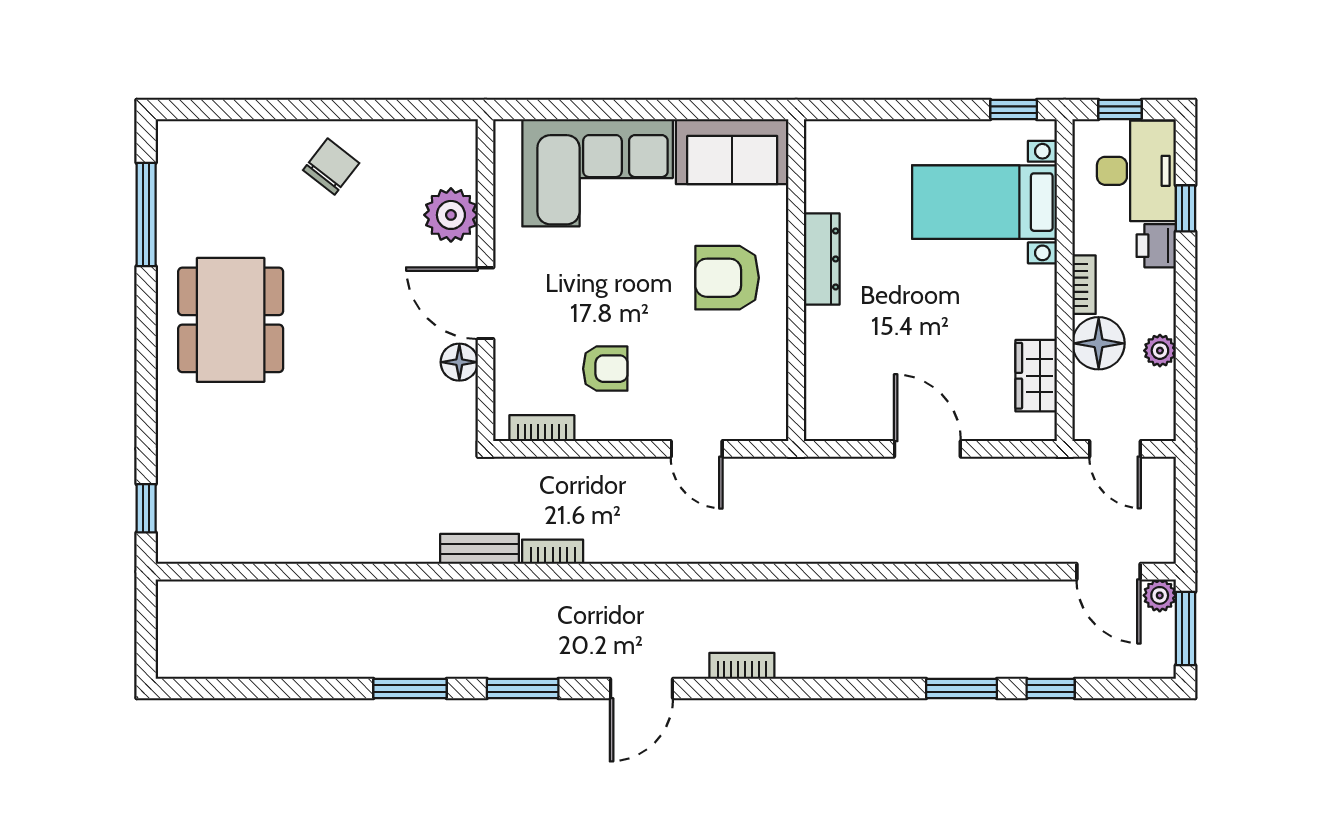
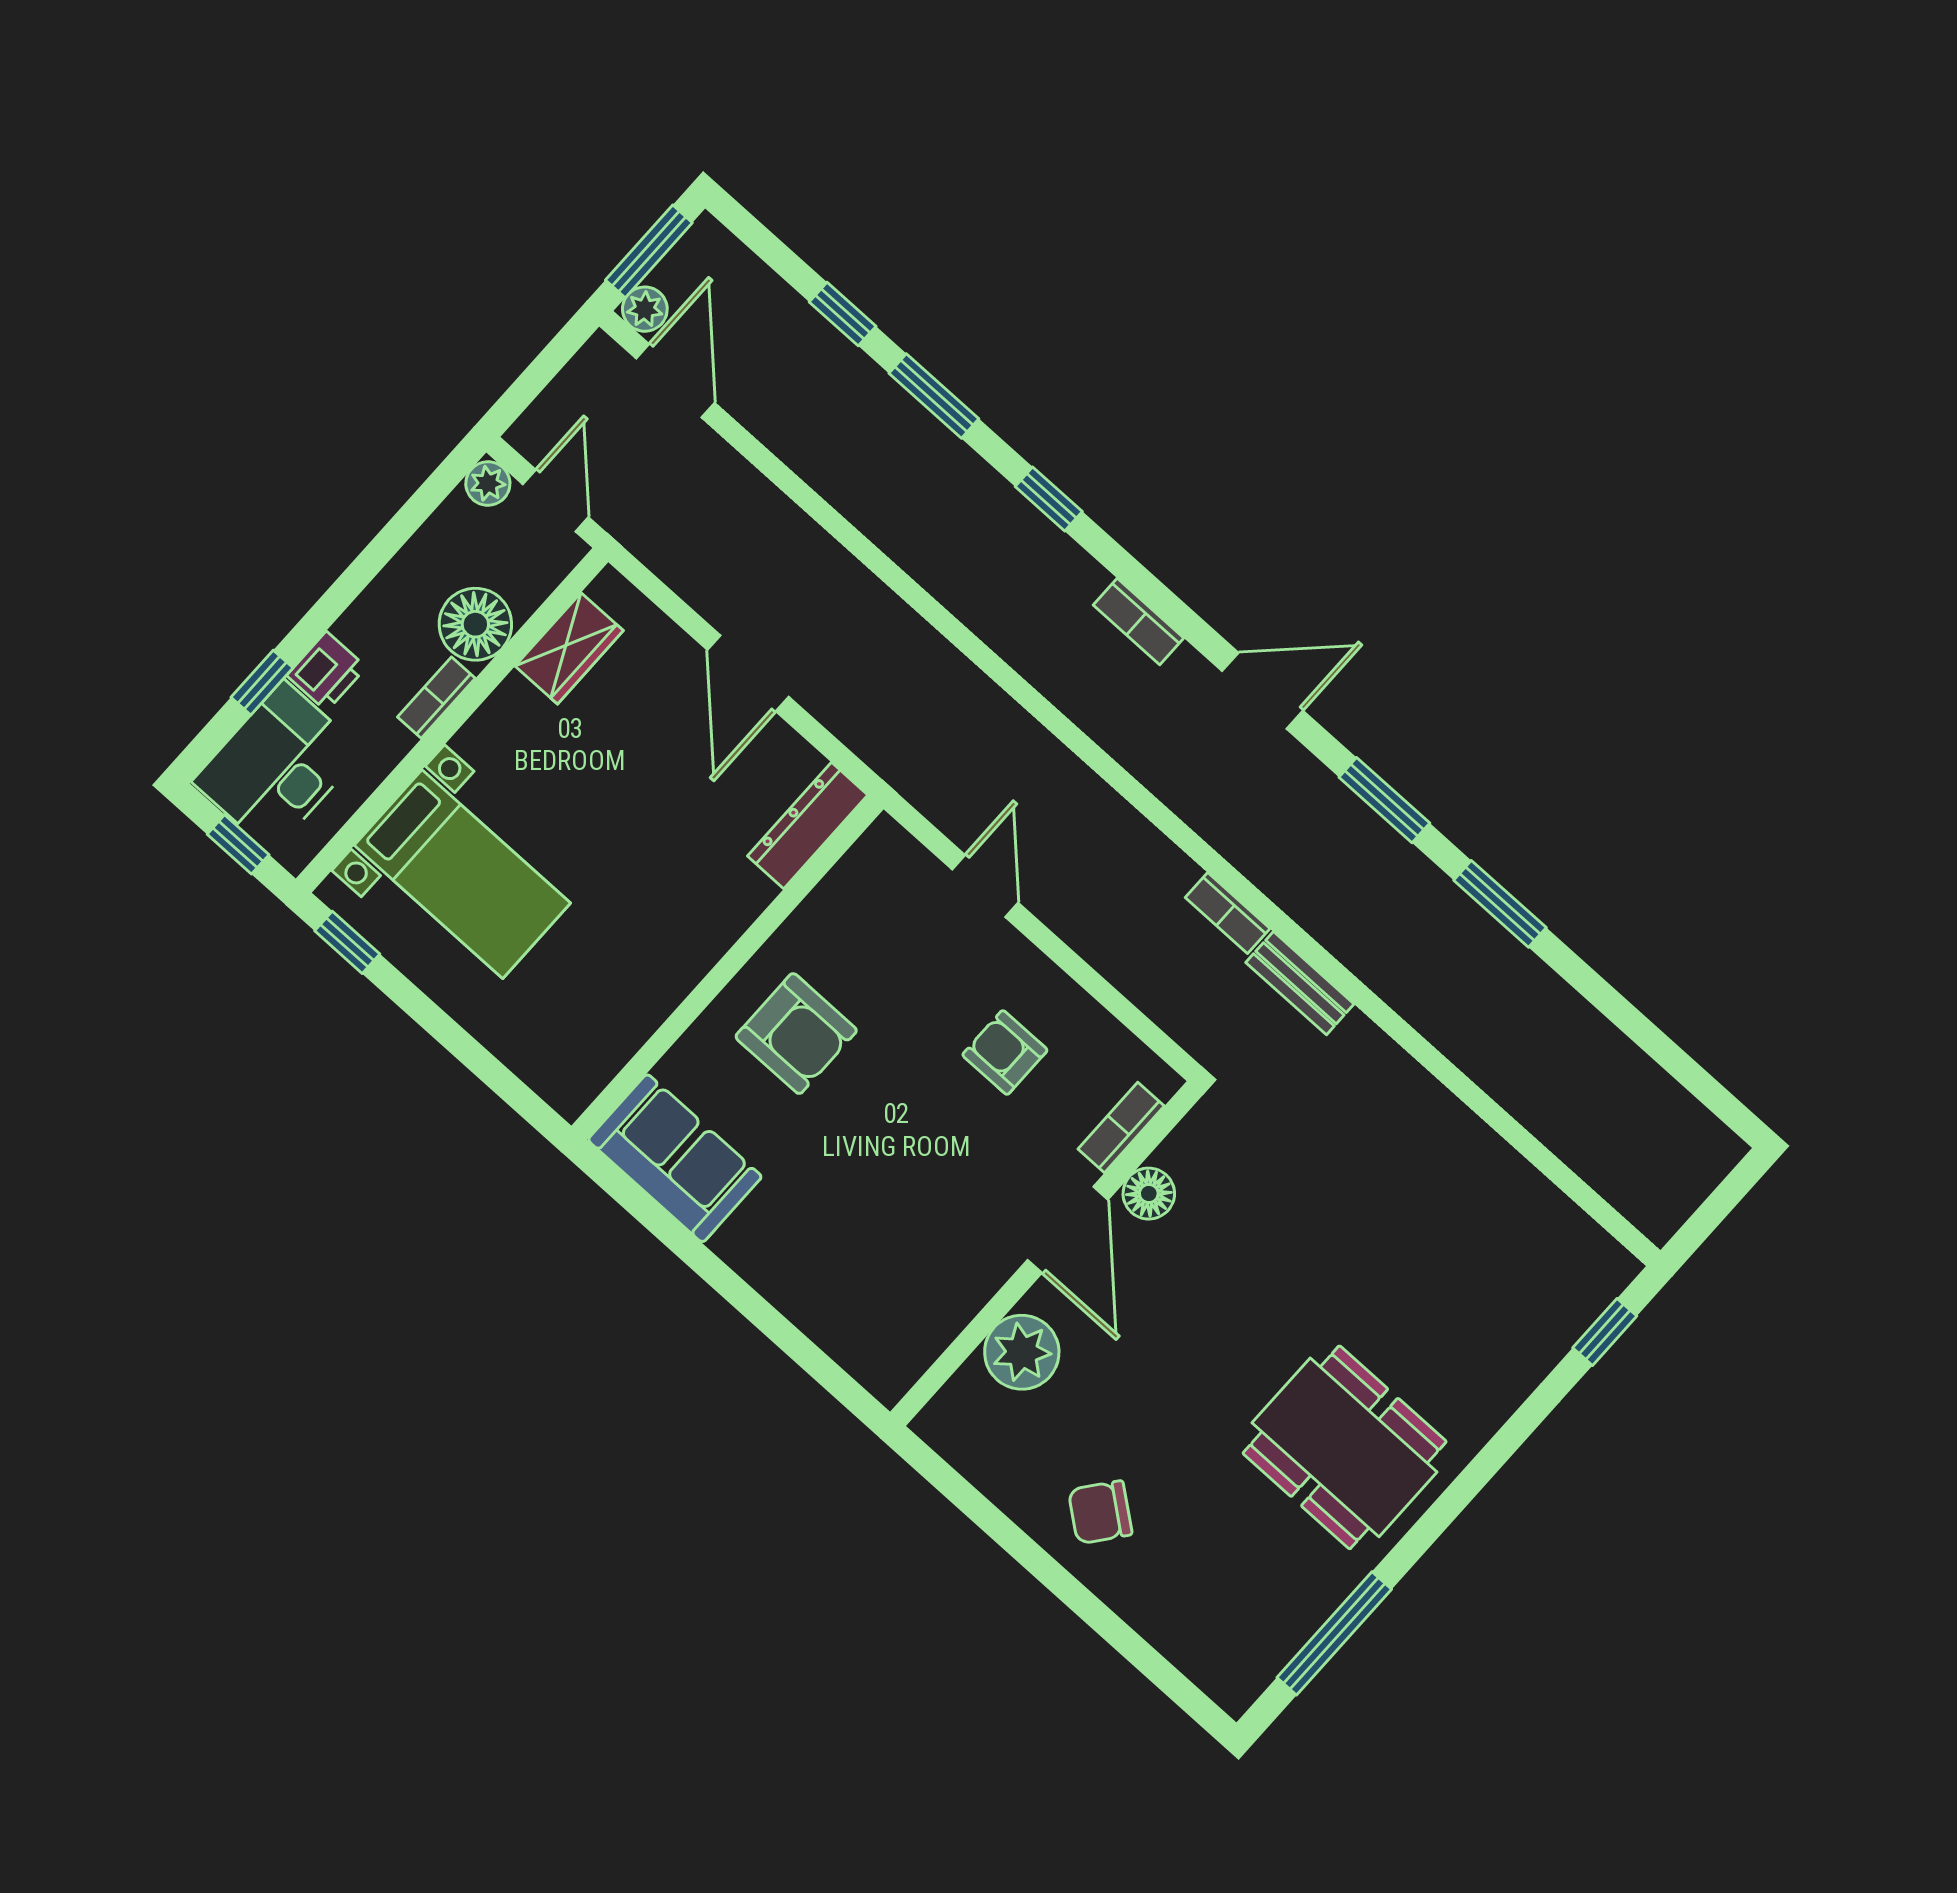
corner sofa: (598, 173) -> (832, 1261), removed
dresser: (822, 259) -> (808, 825), moved
dining table: (231, 320) -> (1345, 1447), turned 90
plant: (1160, 351) -> (488, 483), moved
bookcase: (542, 428) -> (1121, 1127), moved, turned 90
window: (850, 689) -> (1049, 499), added

